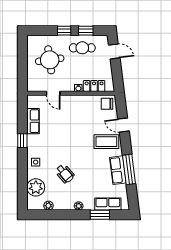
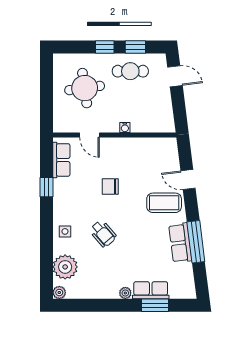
locker: (94, 86) -> (147, 125), removed
chair: (107, 104) -> (110, 186), moved
row of seats: (33, 121) -> (61, 160), moved
window: (22, 141) -> (46, 187), moved
wheelchair: (65, 174) -> (103, 234), moved
row of seats: (108, 204) -> (151, 290), moved
plant: (48, 206) -> (59, 292), moved

